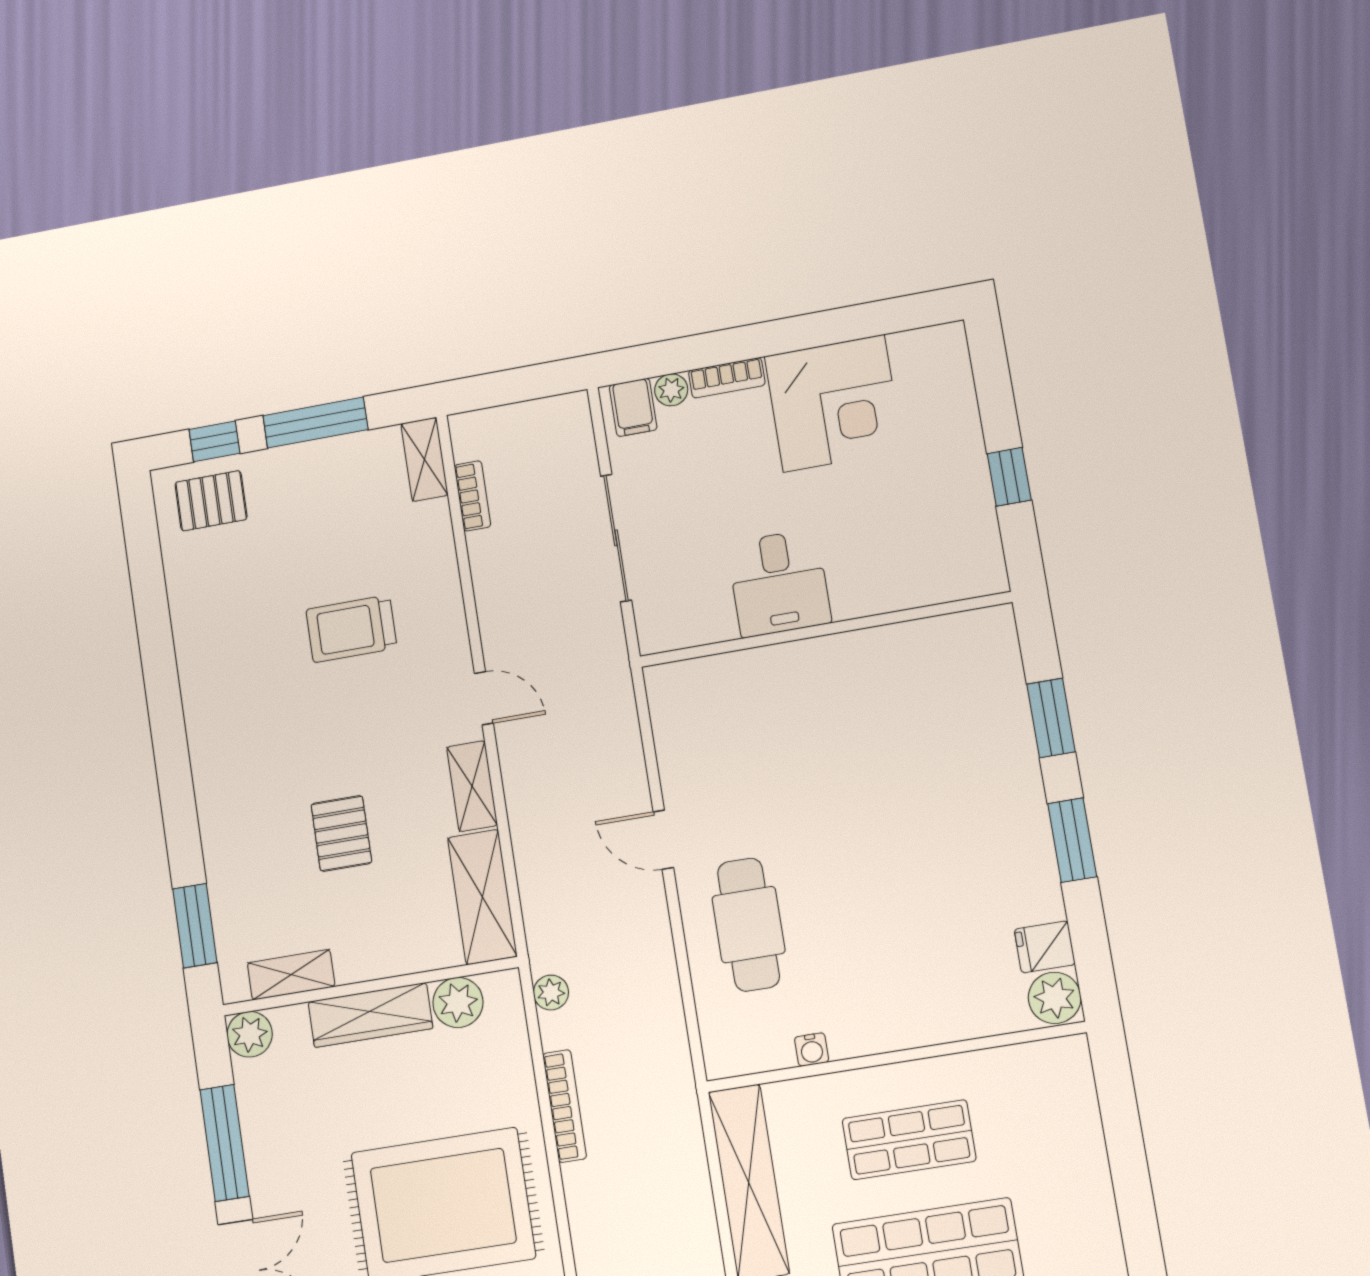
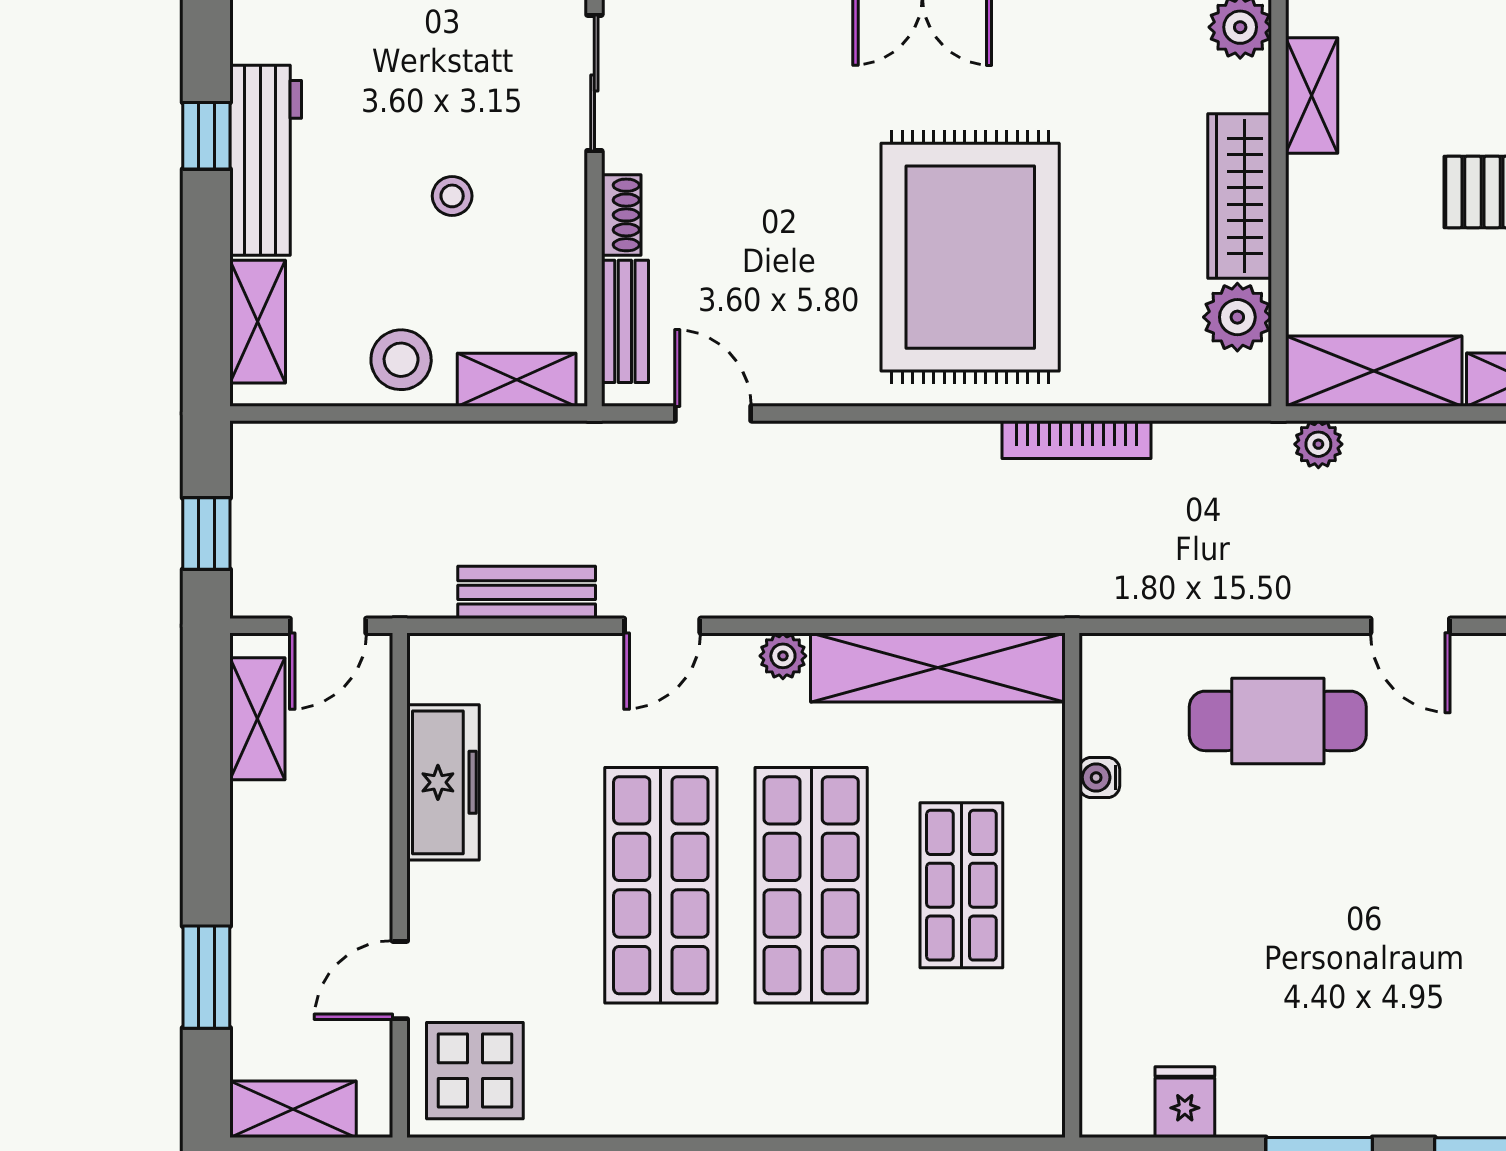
door: (663, 840) -> (1410, 626), swing flipped
plant: (551, 993) -> (1318, 444), moved
plant: (1055, 998) -> (1116, 1104), removed

